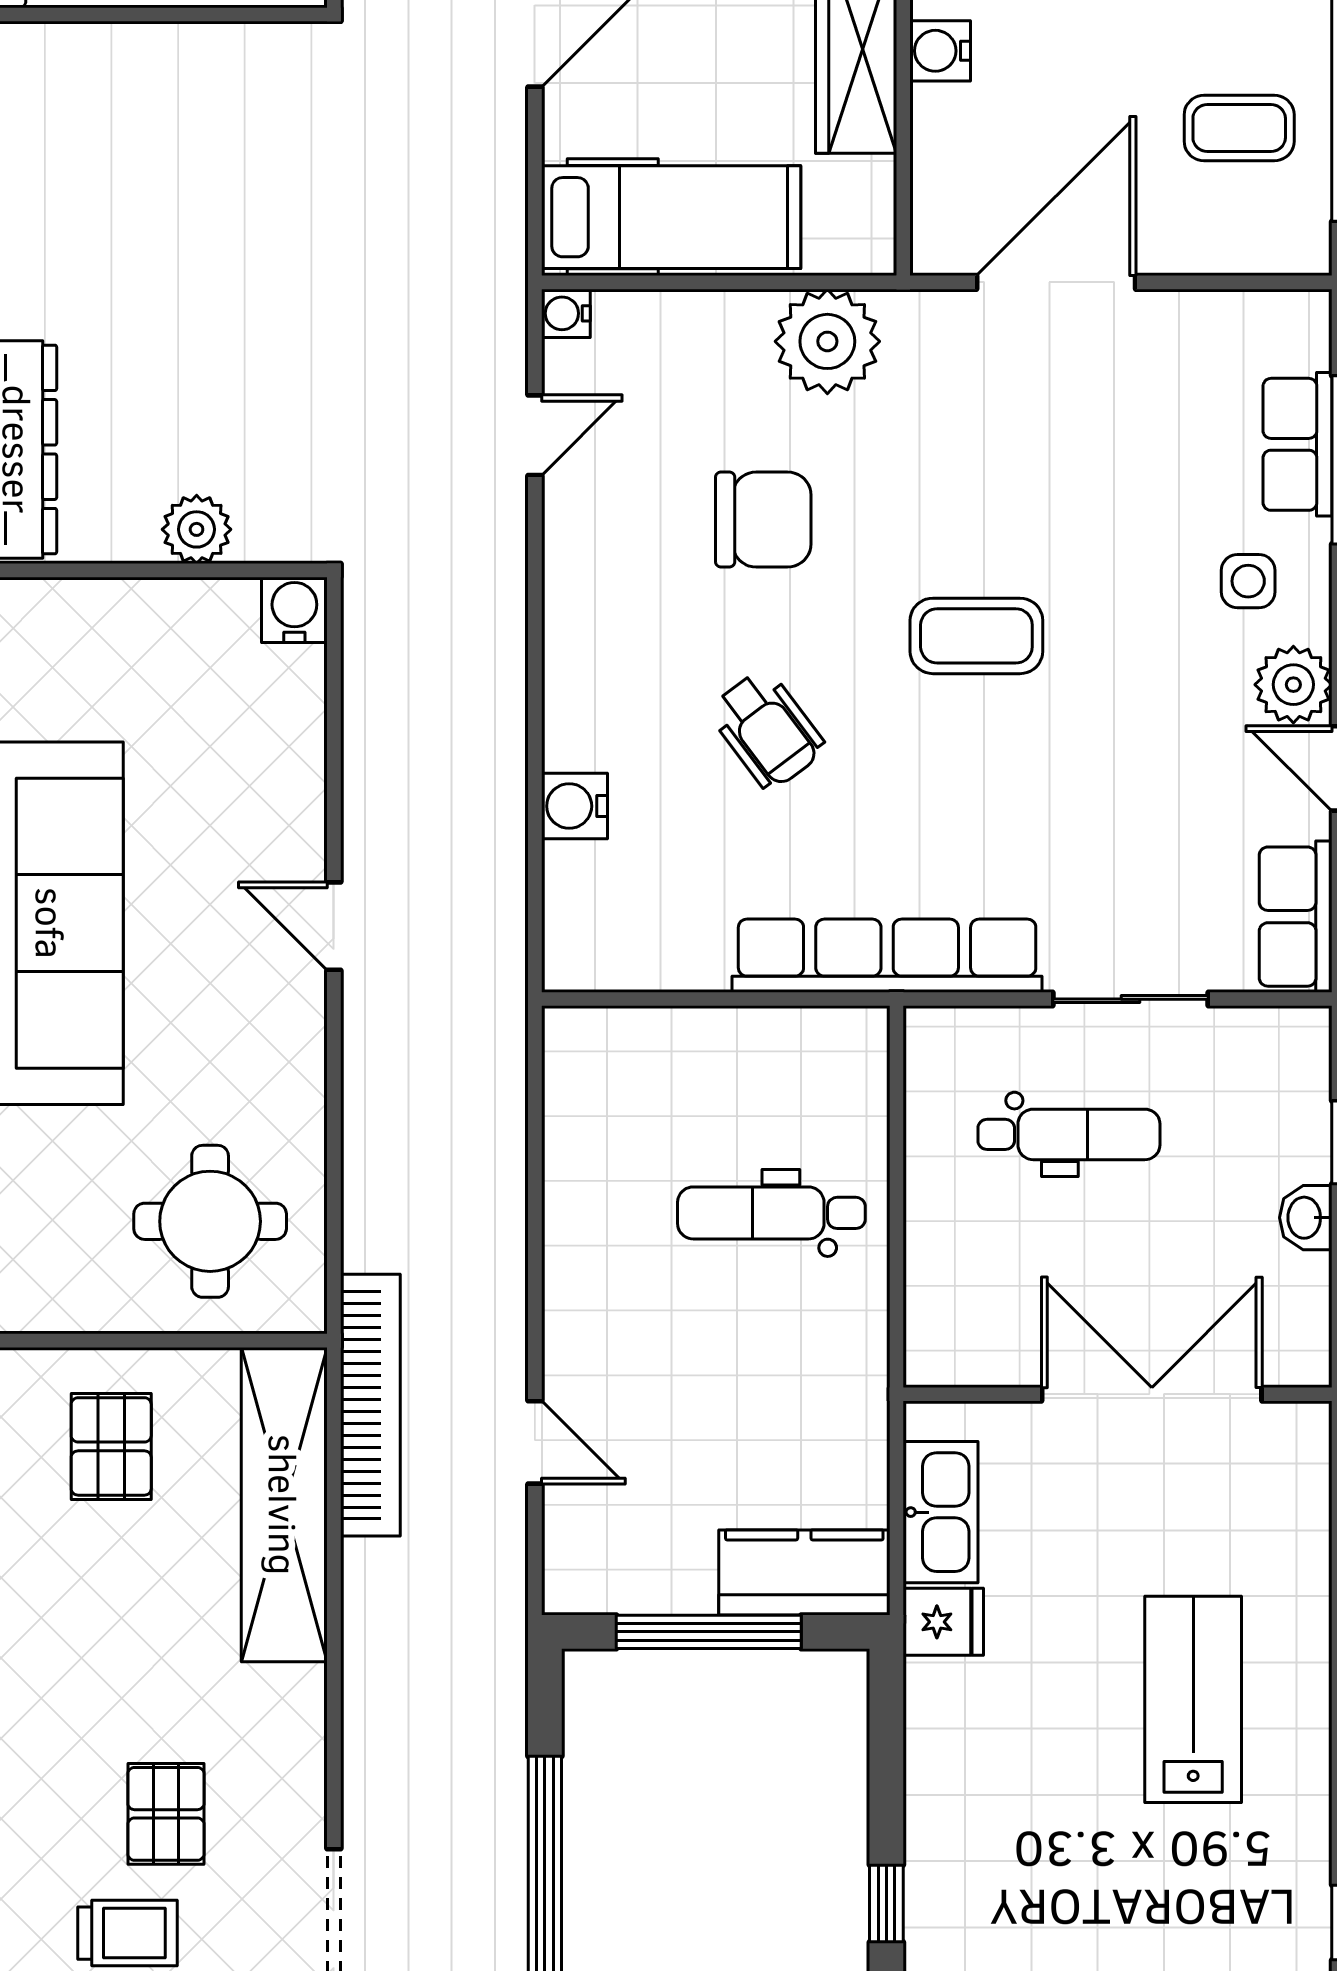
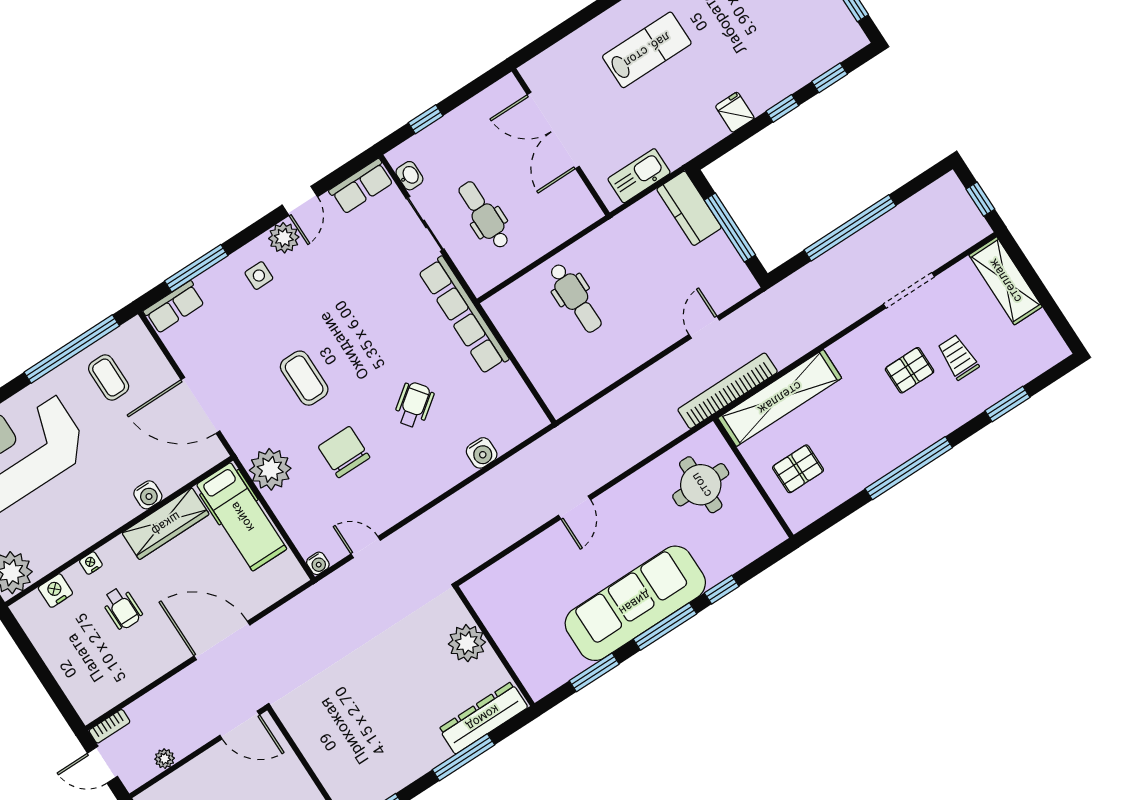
hospital bed: (671, 217) -> (242, 517), moved, turned 180
row of seats: (1297, 444) -> (174, 307), moved
plant: (197, 529) -> (467, 643), width x1.36, depth x1.36
water cooler: (294, 610) -> (477, 590), removed
coffee table: (976, 636) -> (304, 378), moved
washbasin: (1306, 1218) -> (409, 176), moved, turned -90
fridge: (943, 1622) -> (735, 112), moved
lab bench: (1193, 1699) -> (647, 50), turned 180

